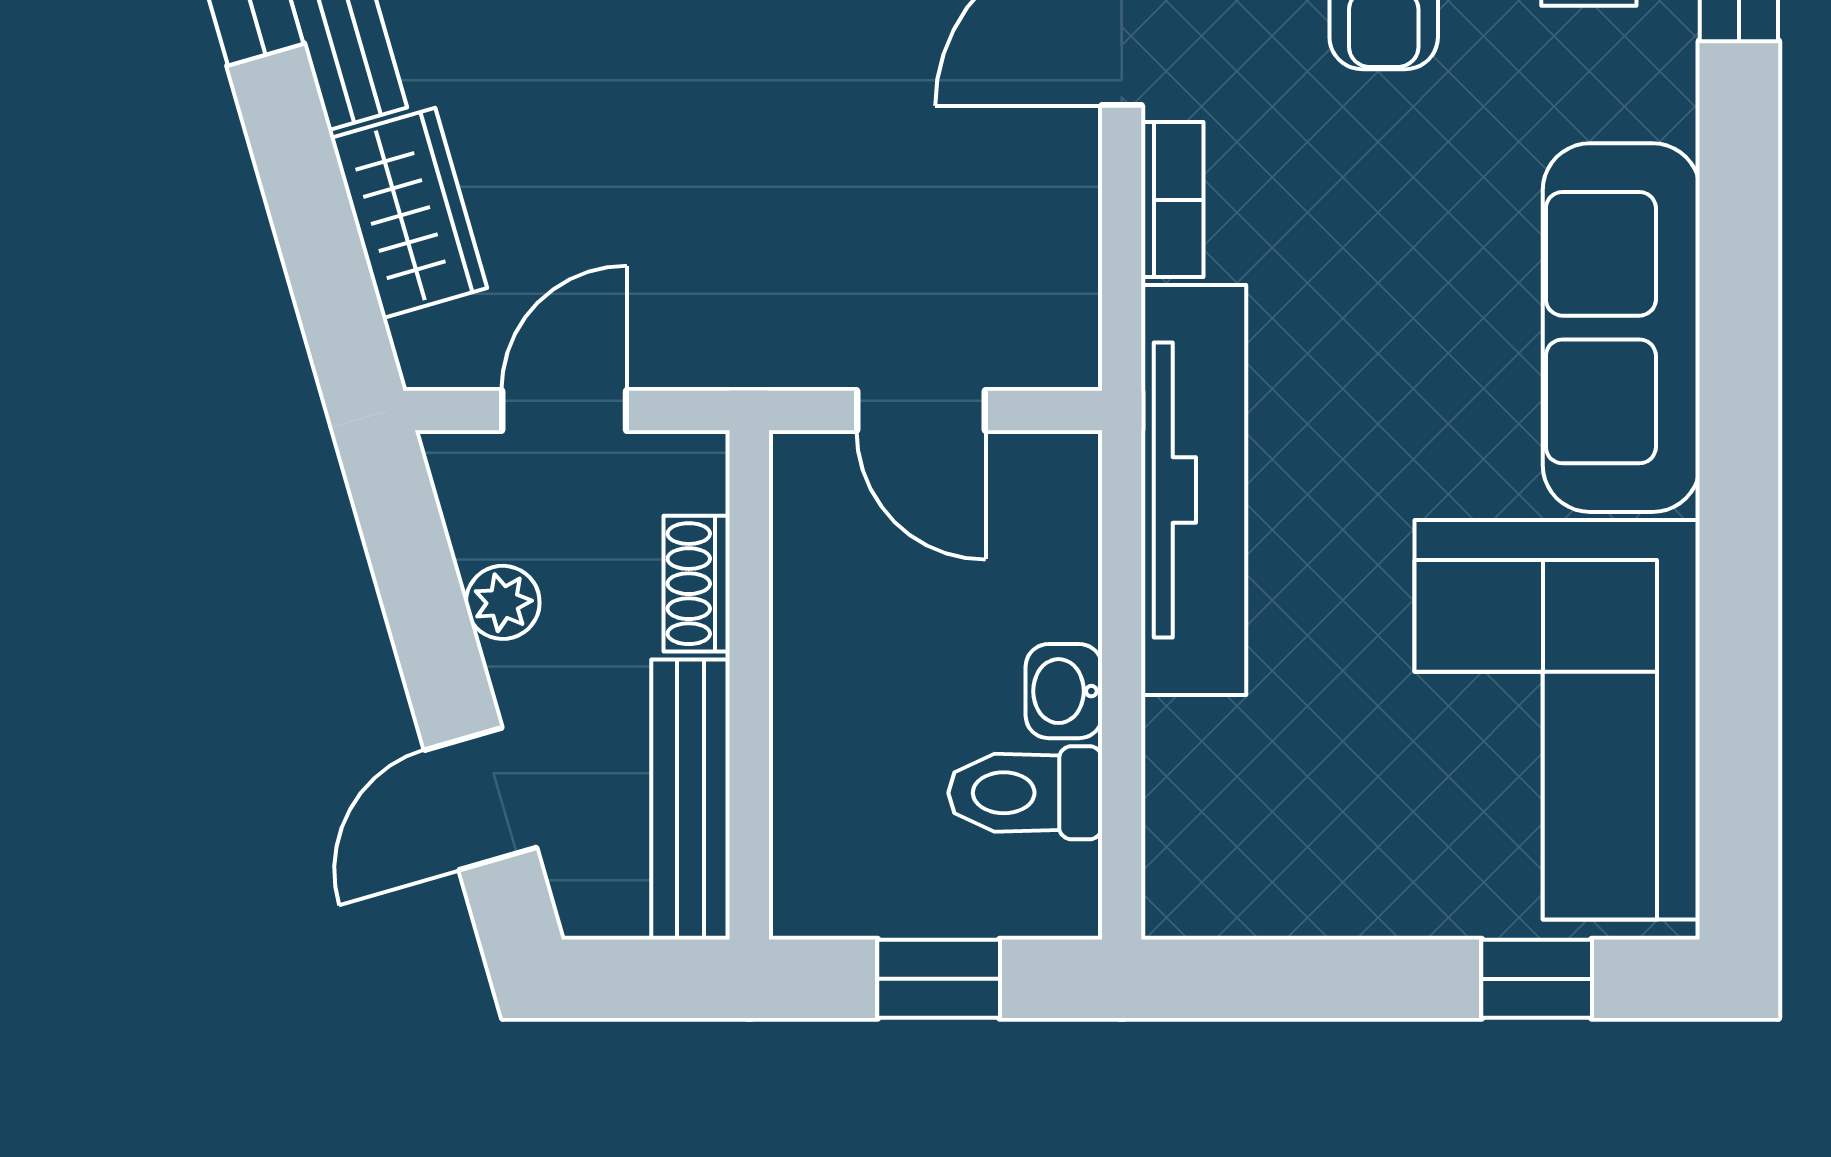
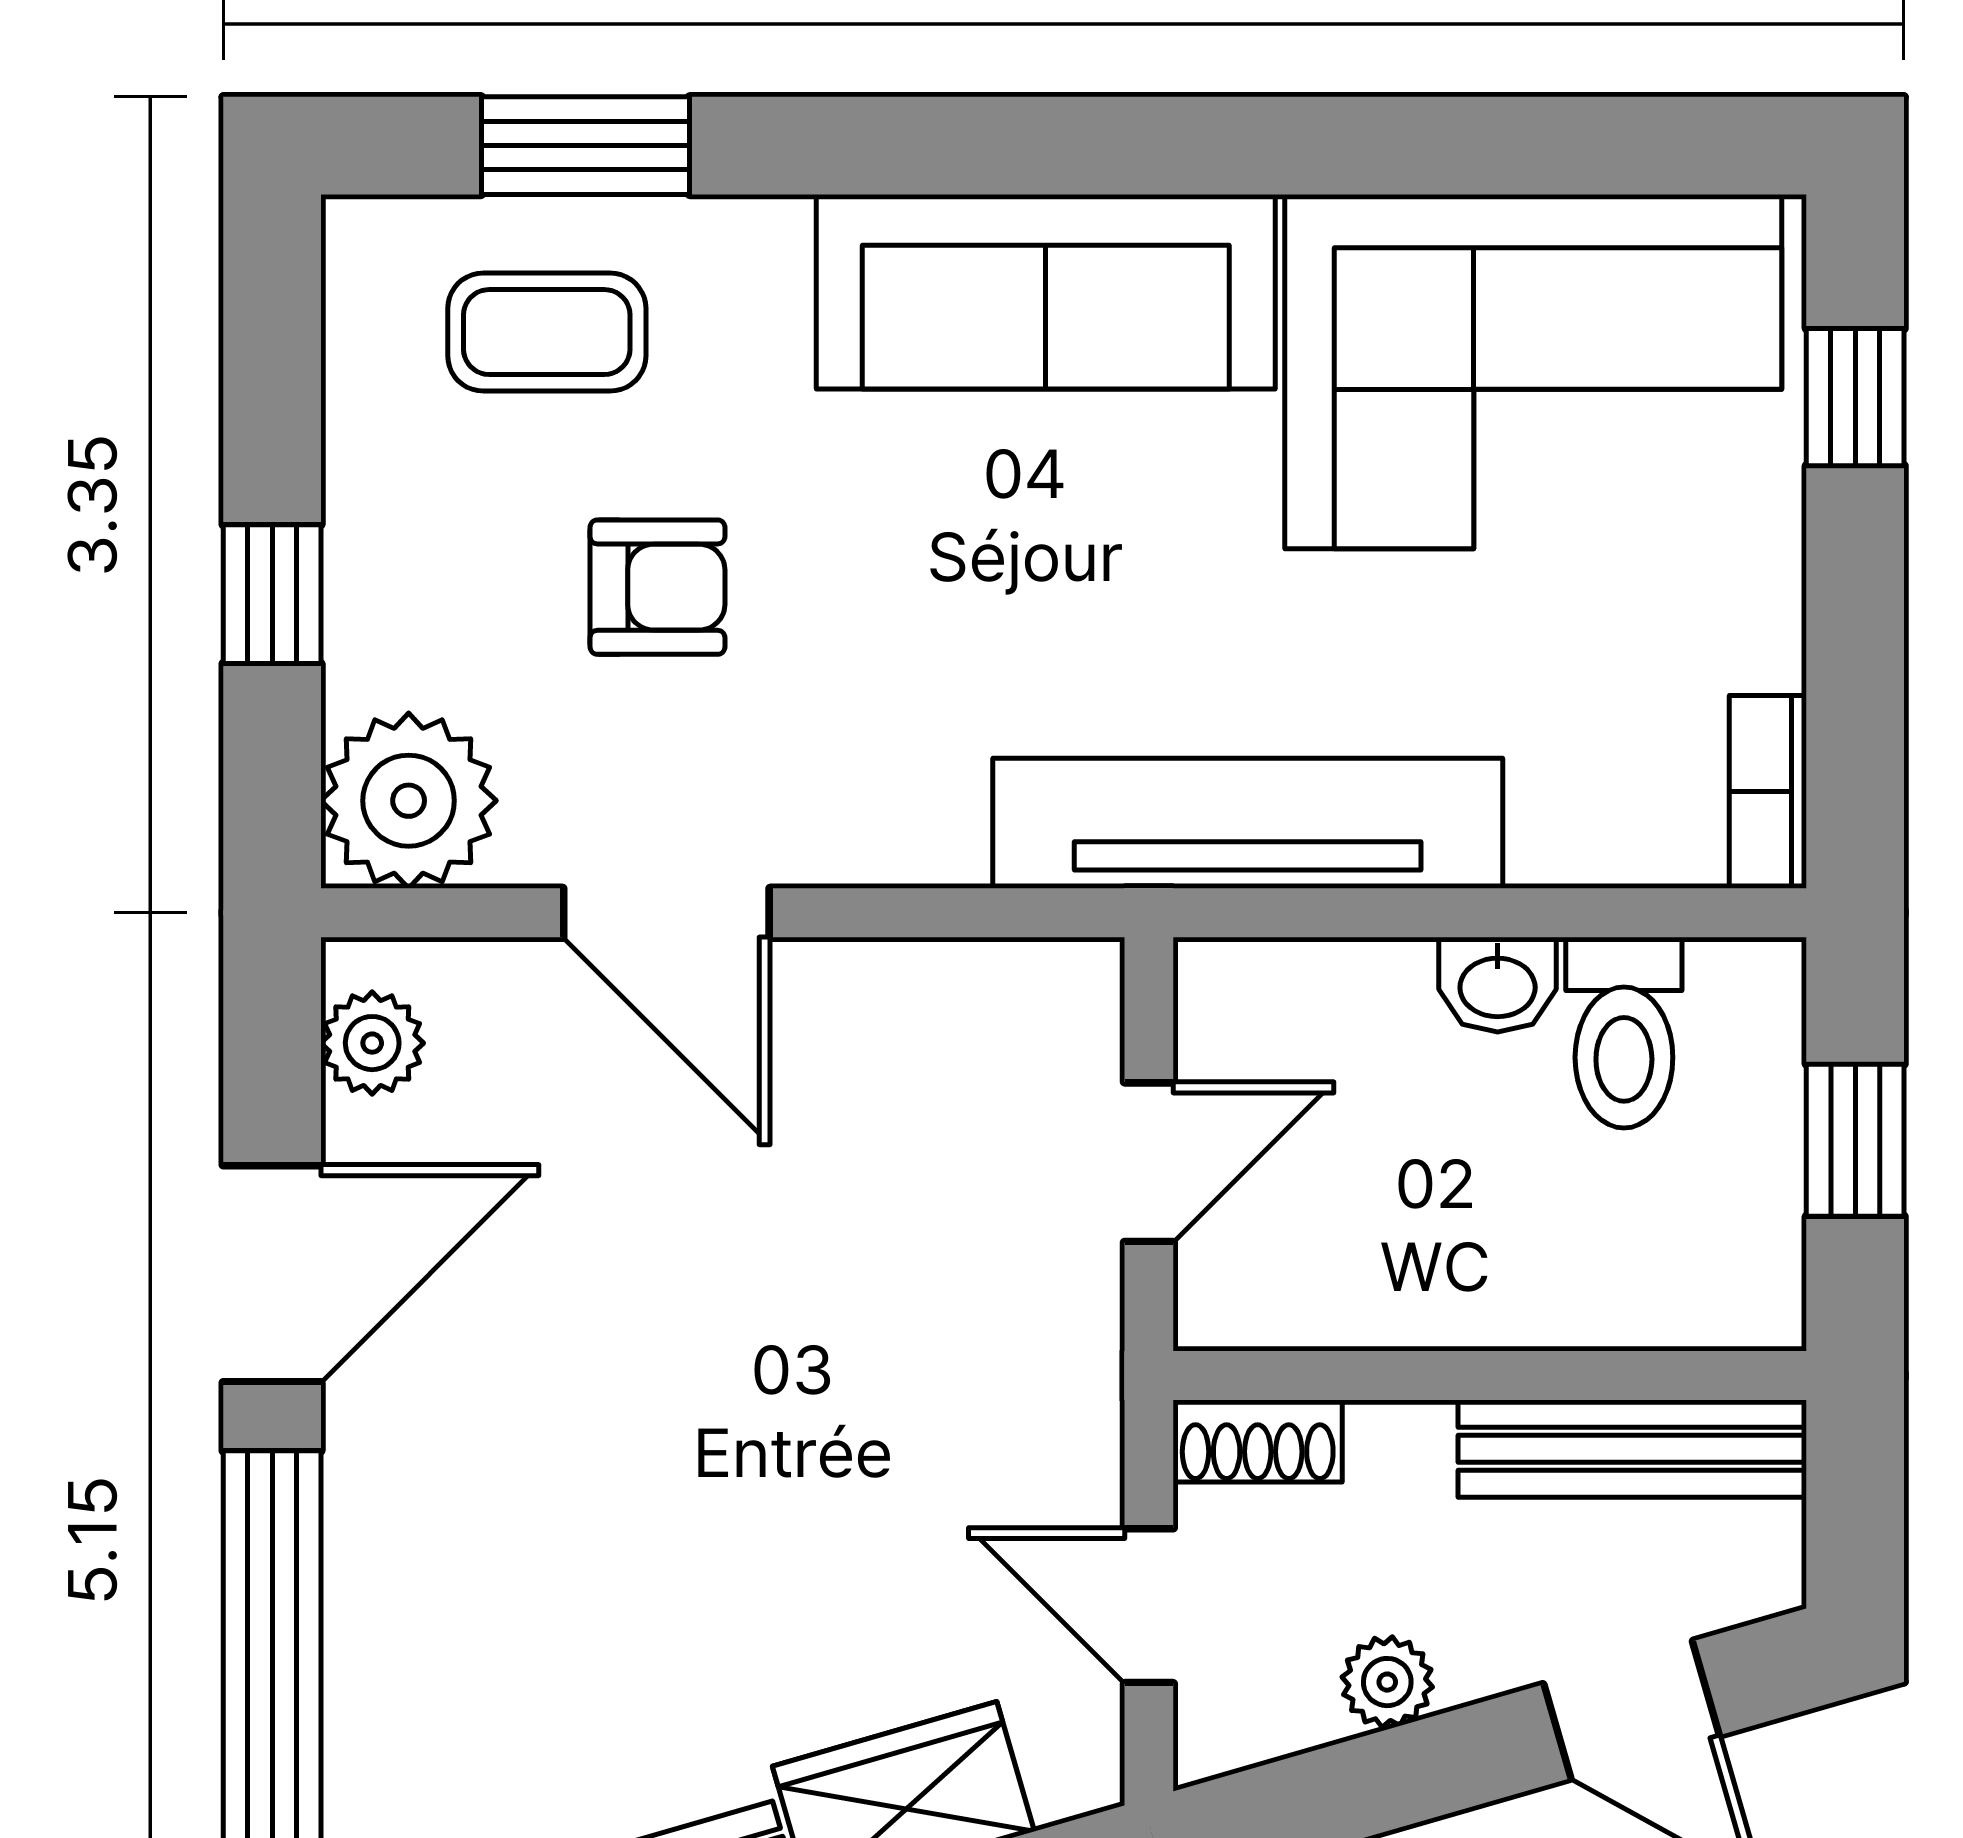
bookcase: (1172, 200) -> (1768, 792), moved, turned -90
shoe rack: (697, 584) -> (1258, 1441), moved

